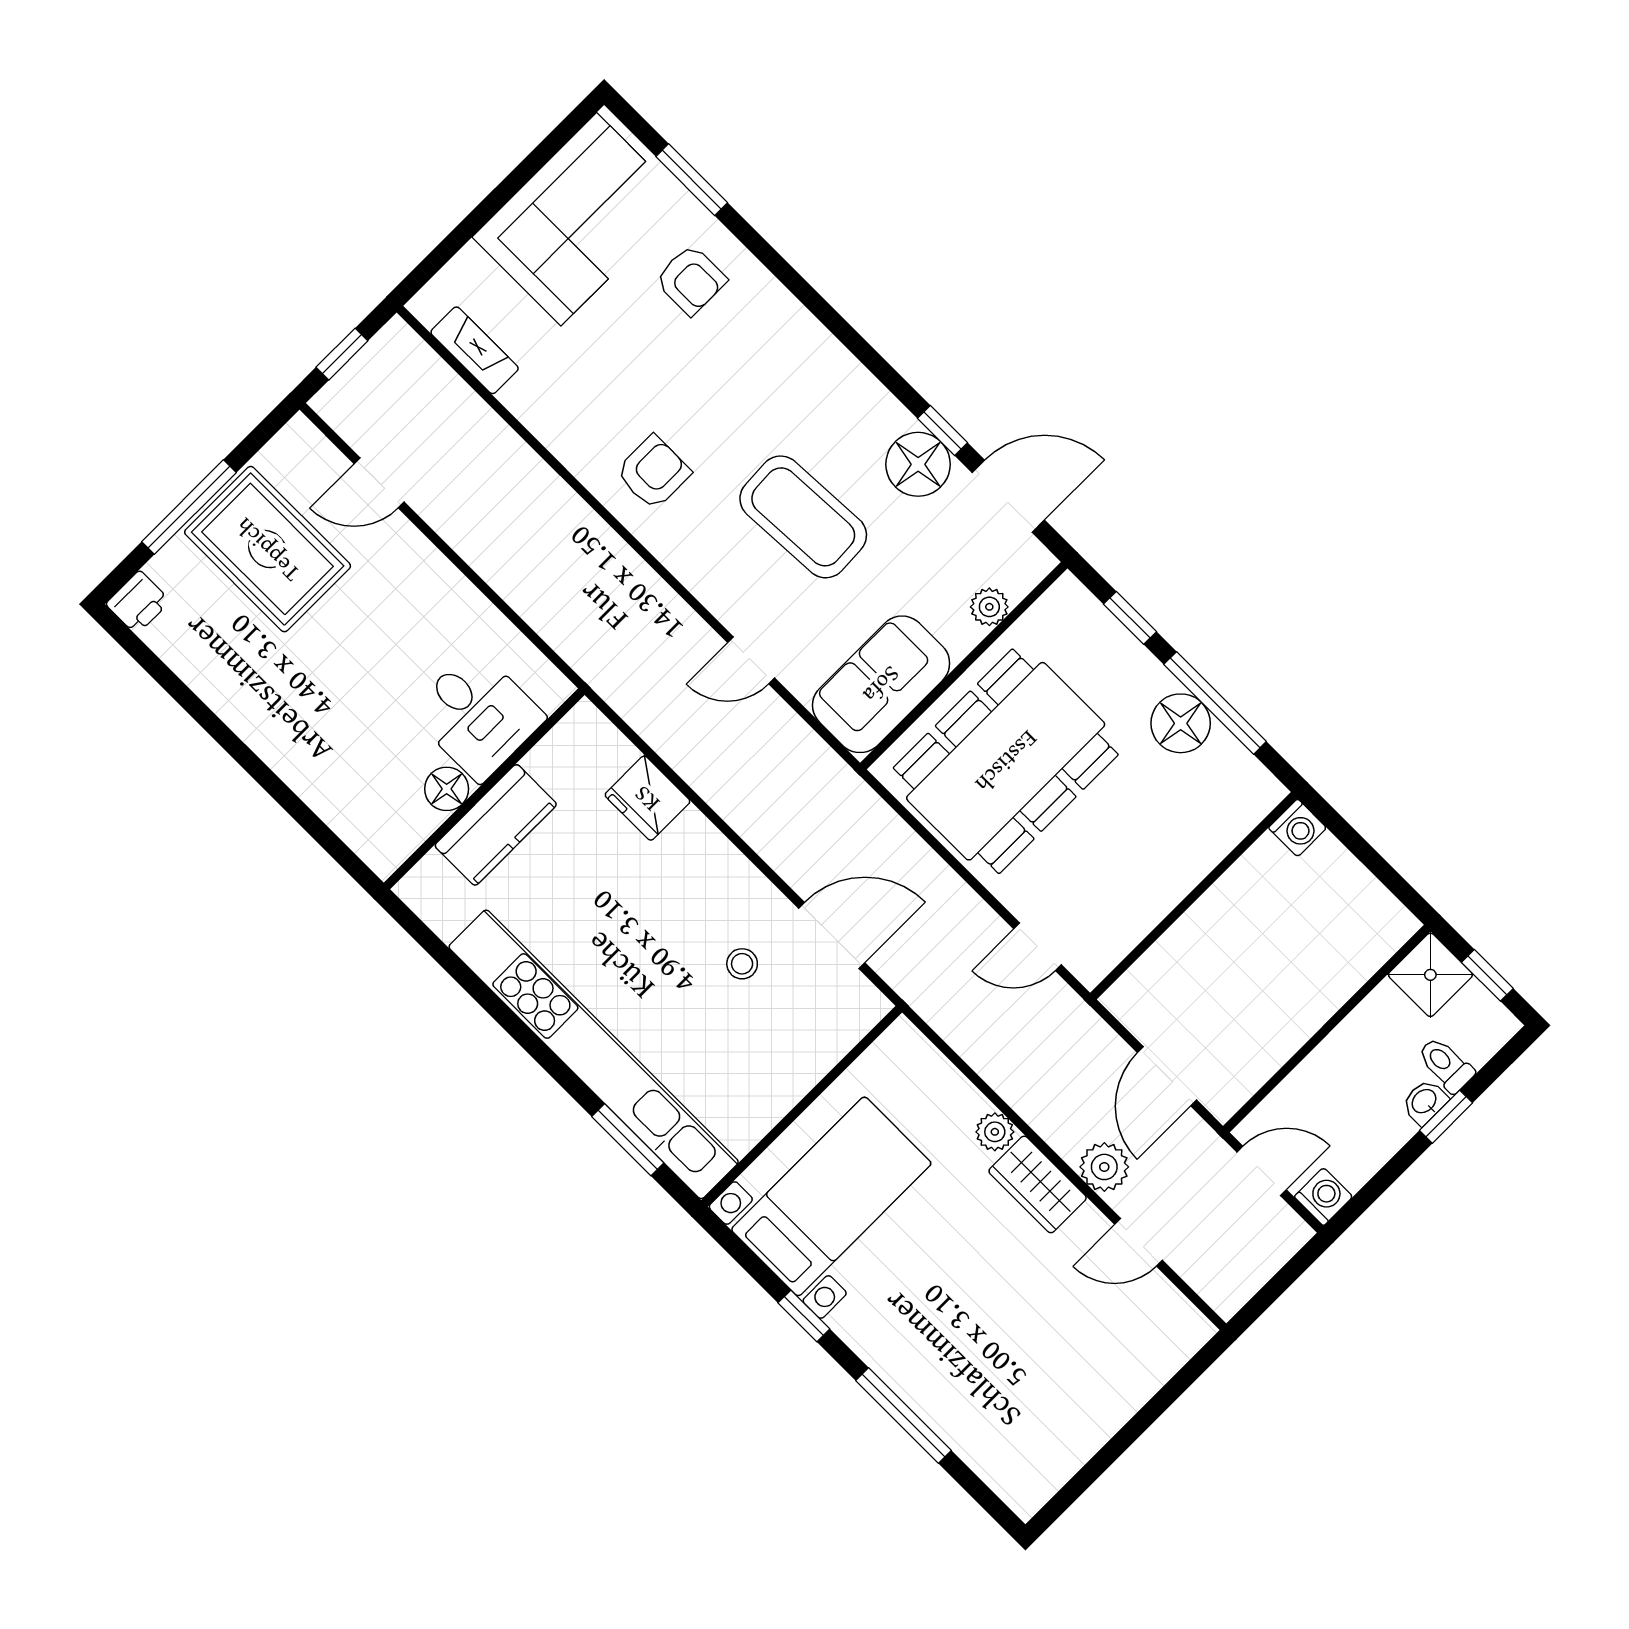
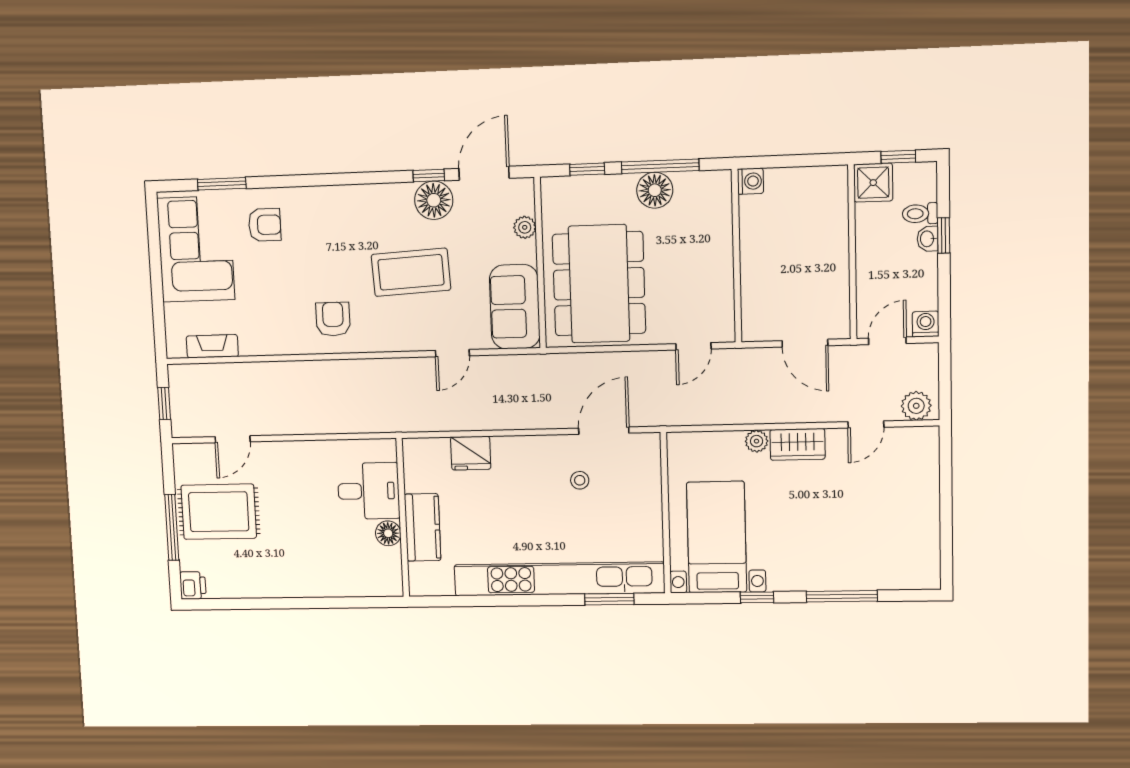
plant: (1104, 1167) -> (916, 406), moved

